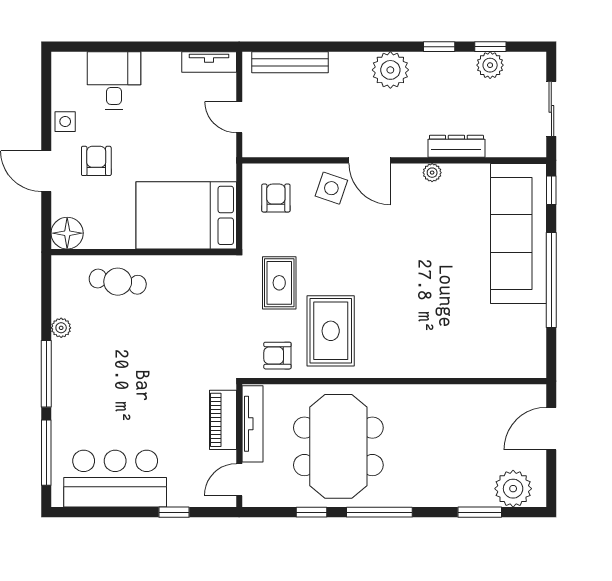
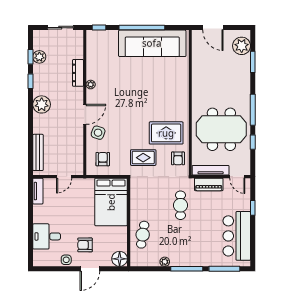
armchair: (276, 198) -> (103, 159), turned 90
sofa: (518, 233) -> (152, 43), moved
cafe table: (179, 361) -> (180, 205), added

